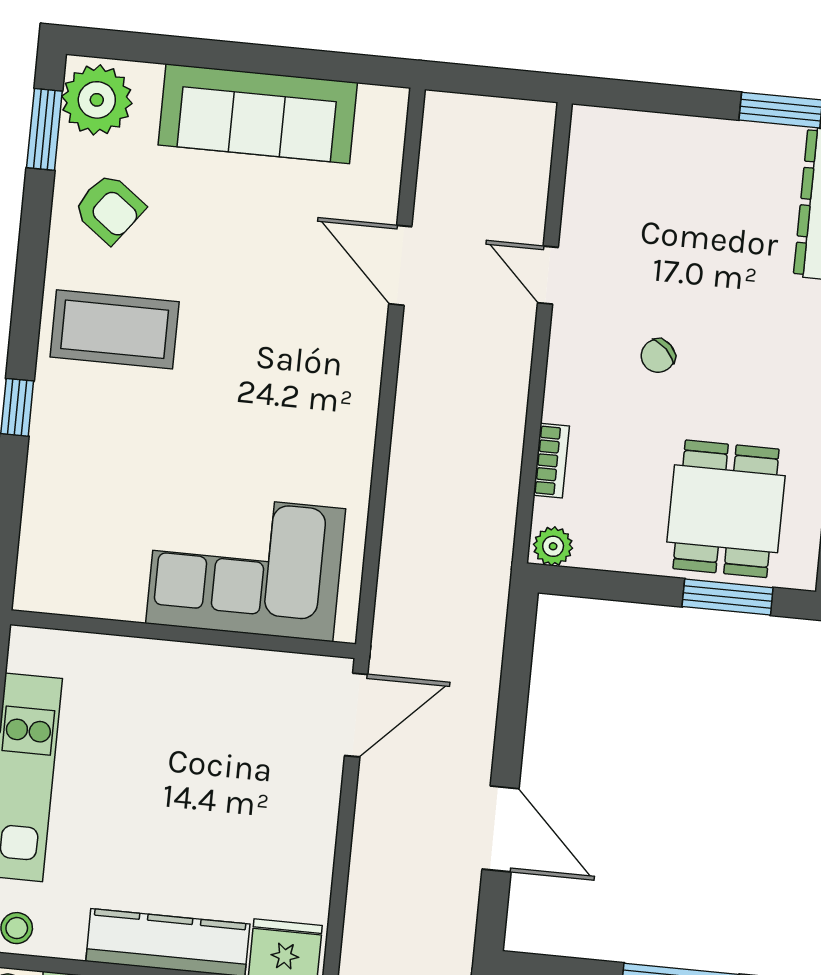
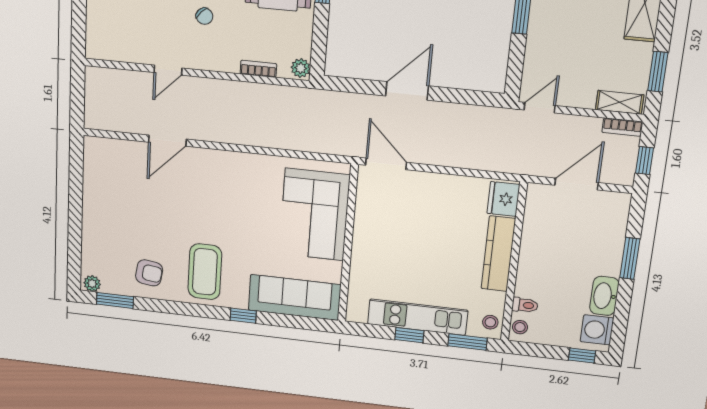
plant: (97, 100) -> (92, 284), width x0.53, depth x0.53
sofa: (258, 114) -> (294, 297), moved, turned -90
armchair: (109, 208) -> (149, 273), turned 61
door: (501, 829) -> (407, 91), moved

